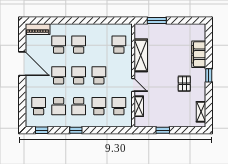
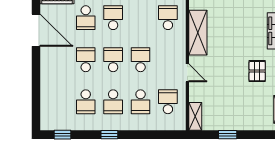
school desk: (59, 45) -> (86, 18), turned 180
door: (22, 64) -> (36, 30), moved
school desk: (39, 106) -> (58, 102), removed
school desk: (99, 106) -> (141, 102), turned 180
shelving: (139, 106) -> (195, 116), moved

